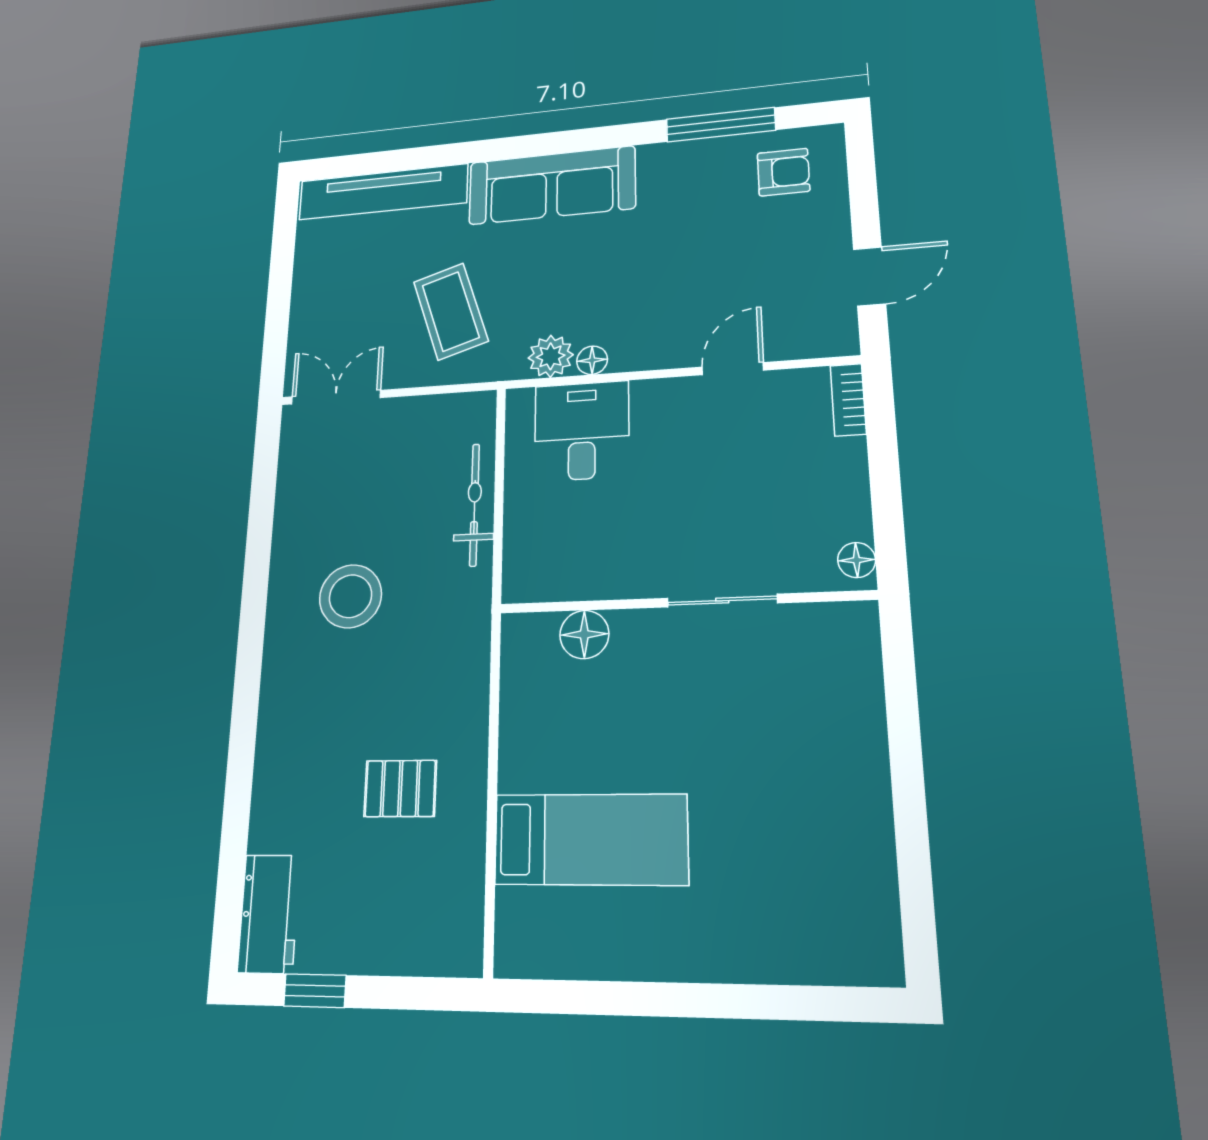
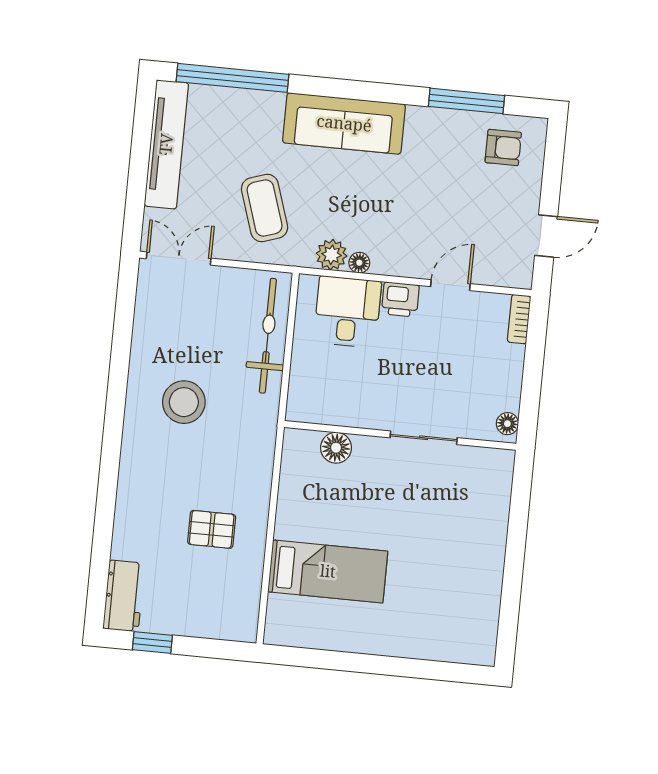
window: (398, 160) -> (232, 78), added
tv unit: (383, 192) -> (166, 144), moved, turned -90
printer: (659, 401) -> (400, 299), added
bicycle: (474, 505) -> (268, 336), width x1.37, depth x1.40

